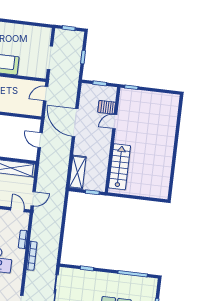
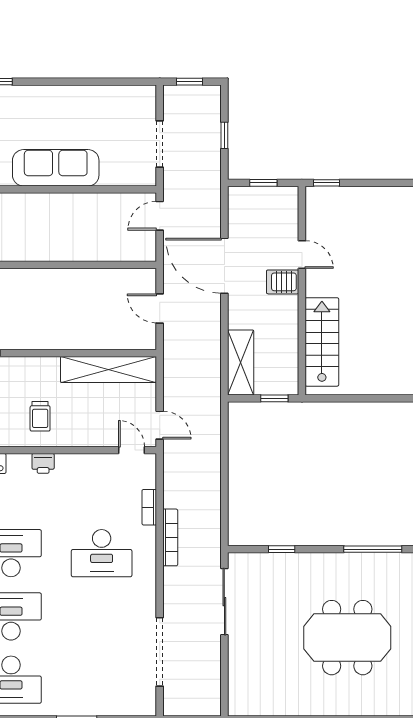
server rack: (107, 107) -> (283, 282), moved
door: (115, 122) -> (302, 255), swing flipped
door: (33, 199) -> (160, 425), hinge flipped

